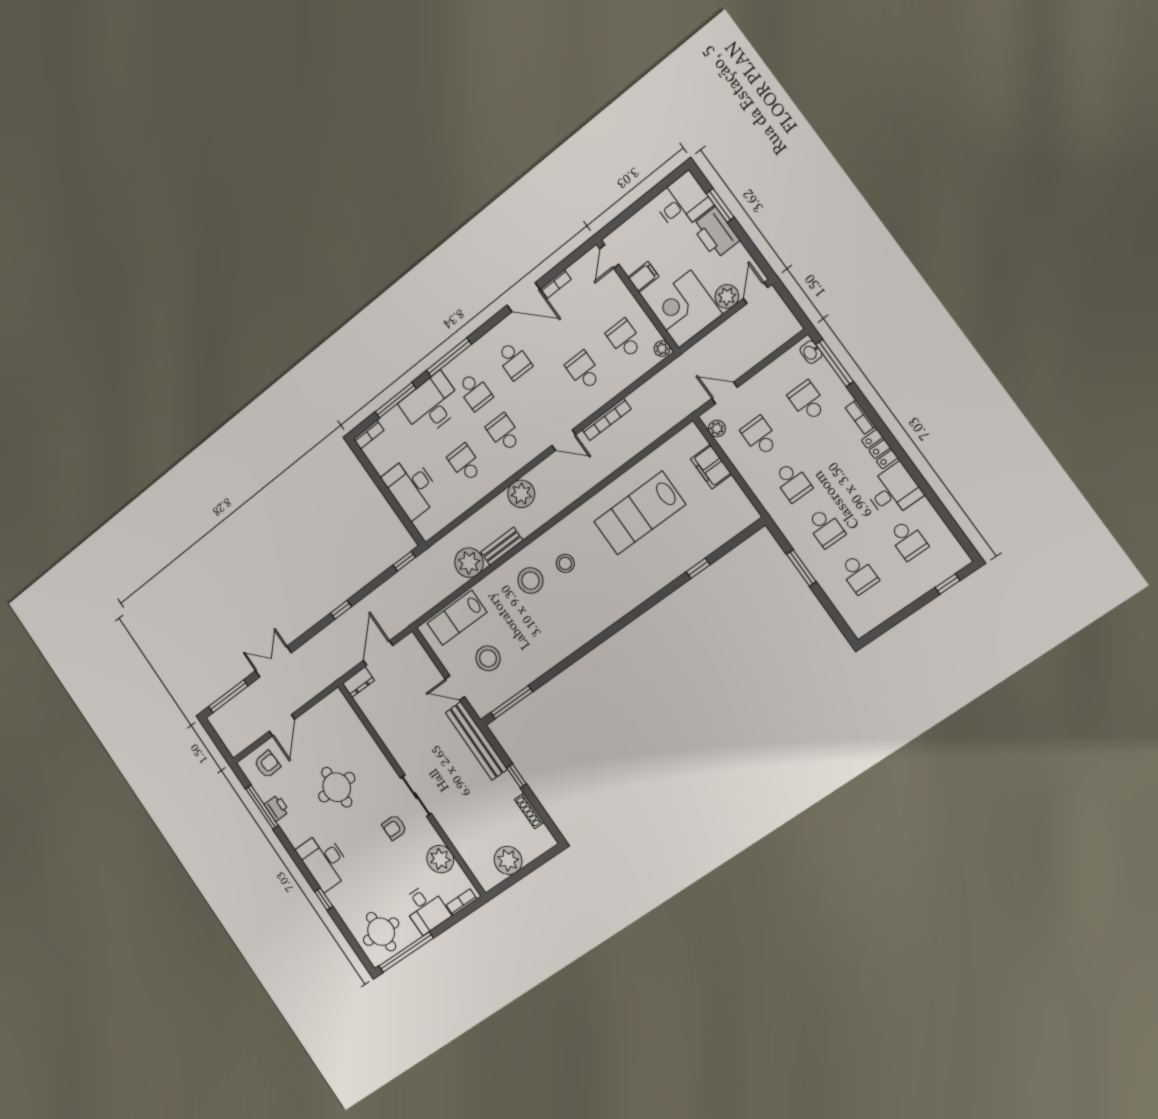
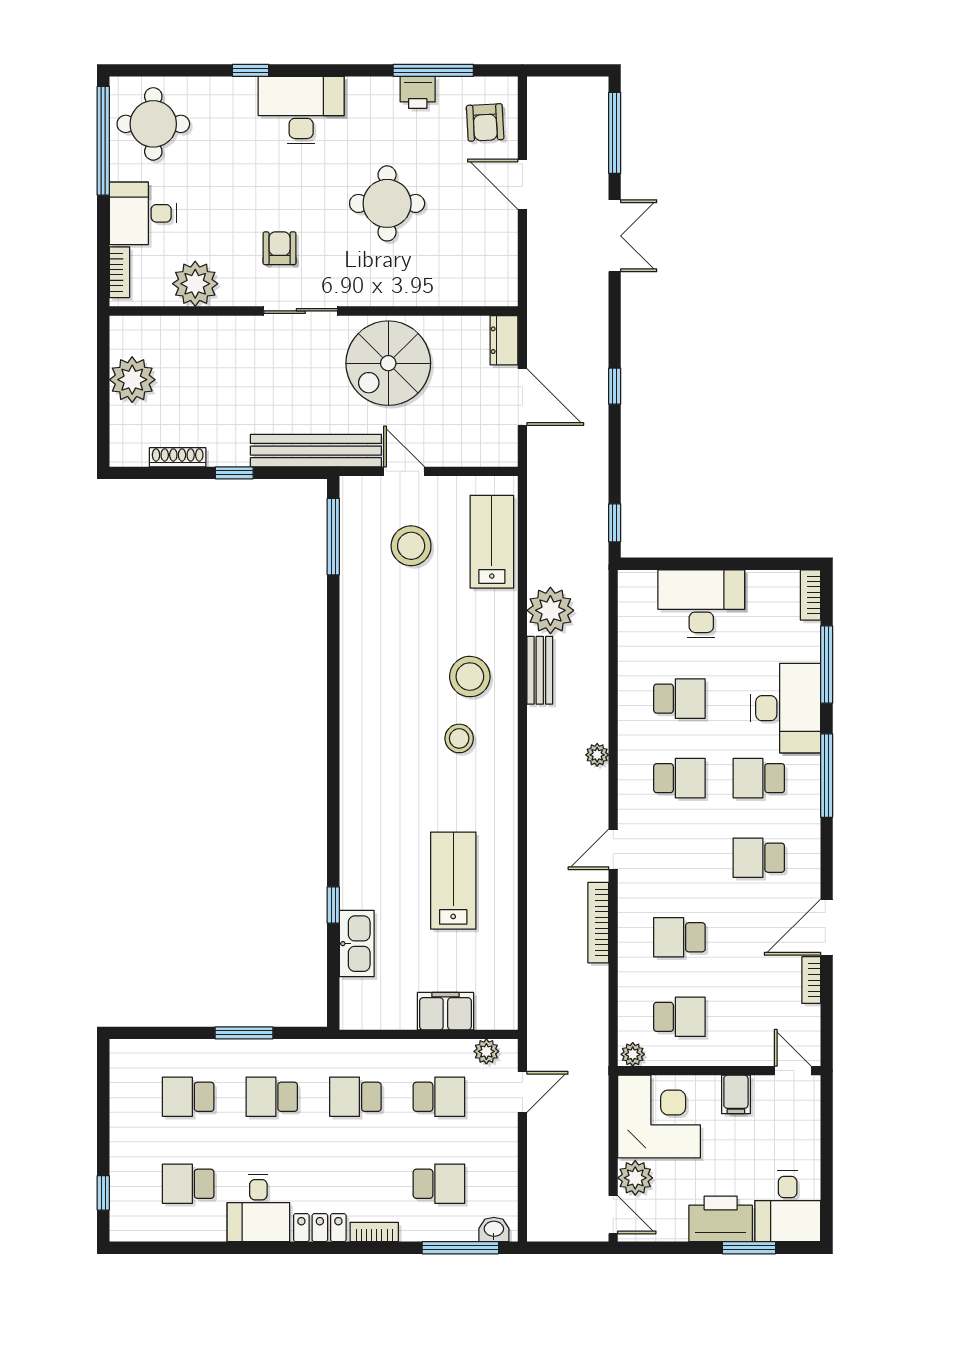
school desk: (584, 371) -> (679, 937), turned 180
plant: (521, 494) -> (597, 755), width x0.53, depth x0.53
lab bench: (640, 513) -> (453, 881), width x0.73, depth x0.72
kitchen sink: (709, 541) -> (357, 944), added
door: (455, 688) -> (404, 471), hinge flipped
spiral stairs: (410, 733) -> (388, 363), added

